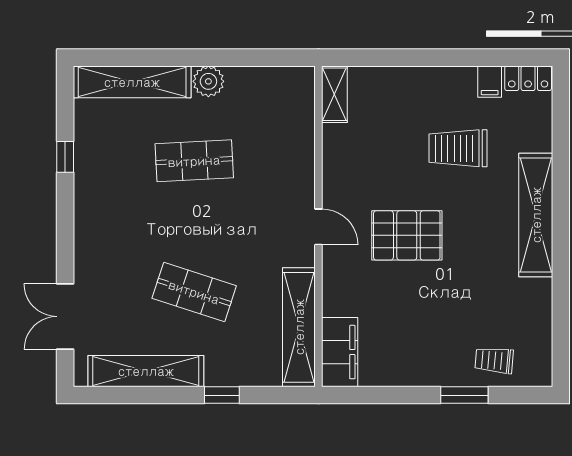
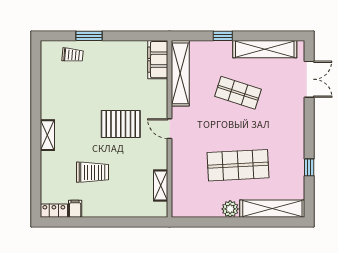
shelving: (334, 94) -> (161, 185), moved
shop shelf: (194, 161) -> (238, 165), width x1.43, depth x1.36
shelving: (536, 215) -> (47, 135), width x0.45, depth x0.75

